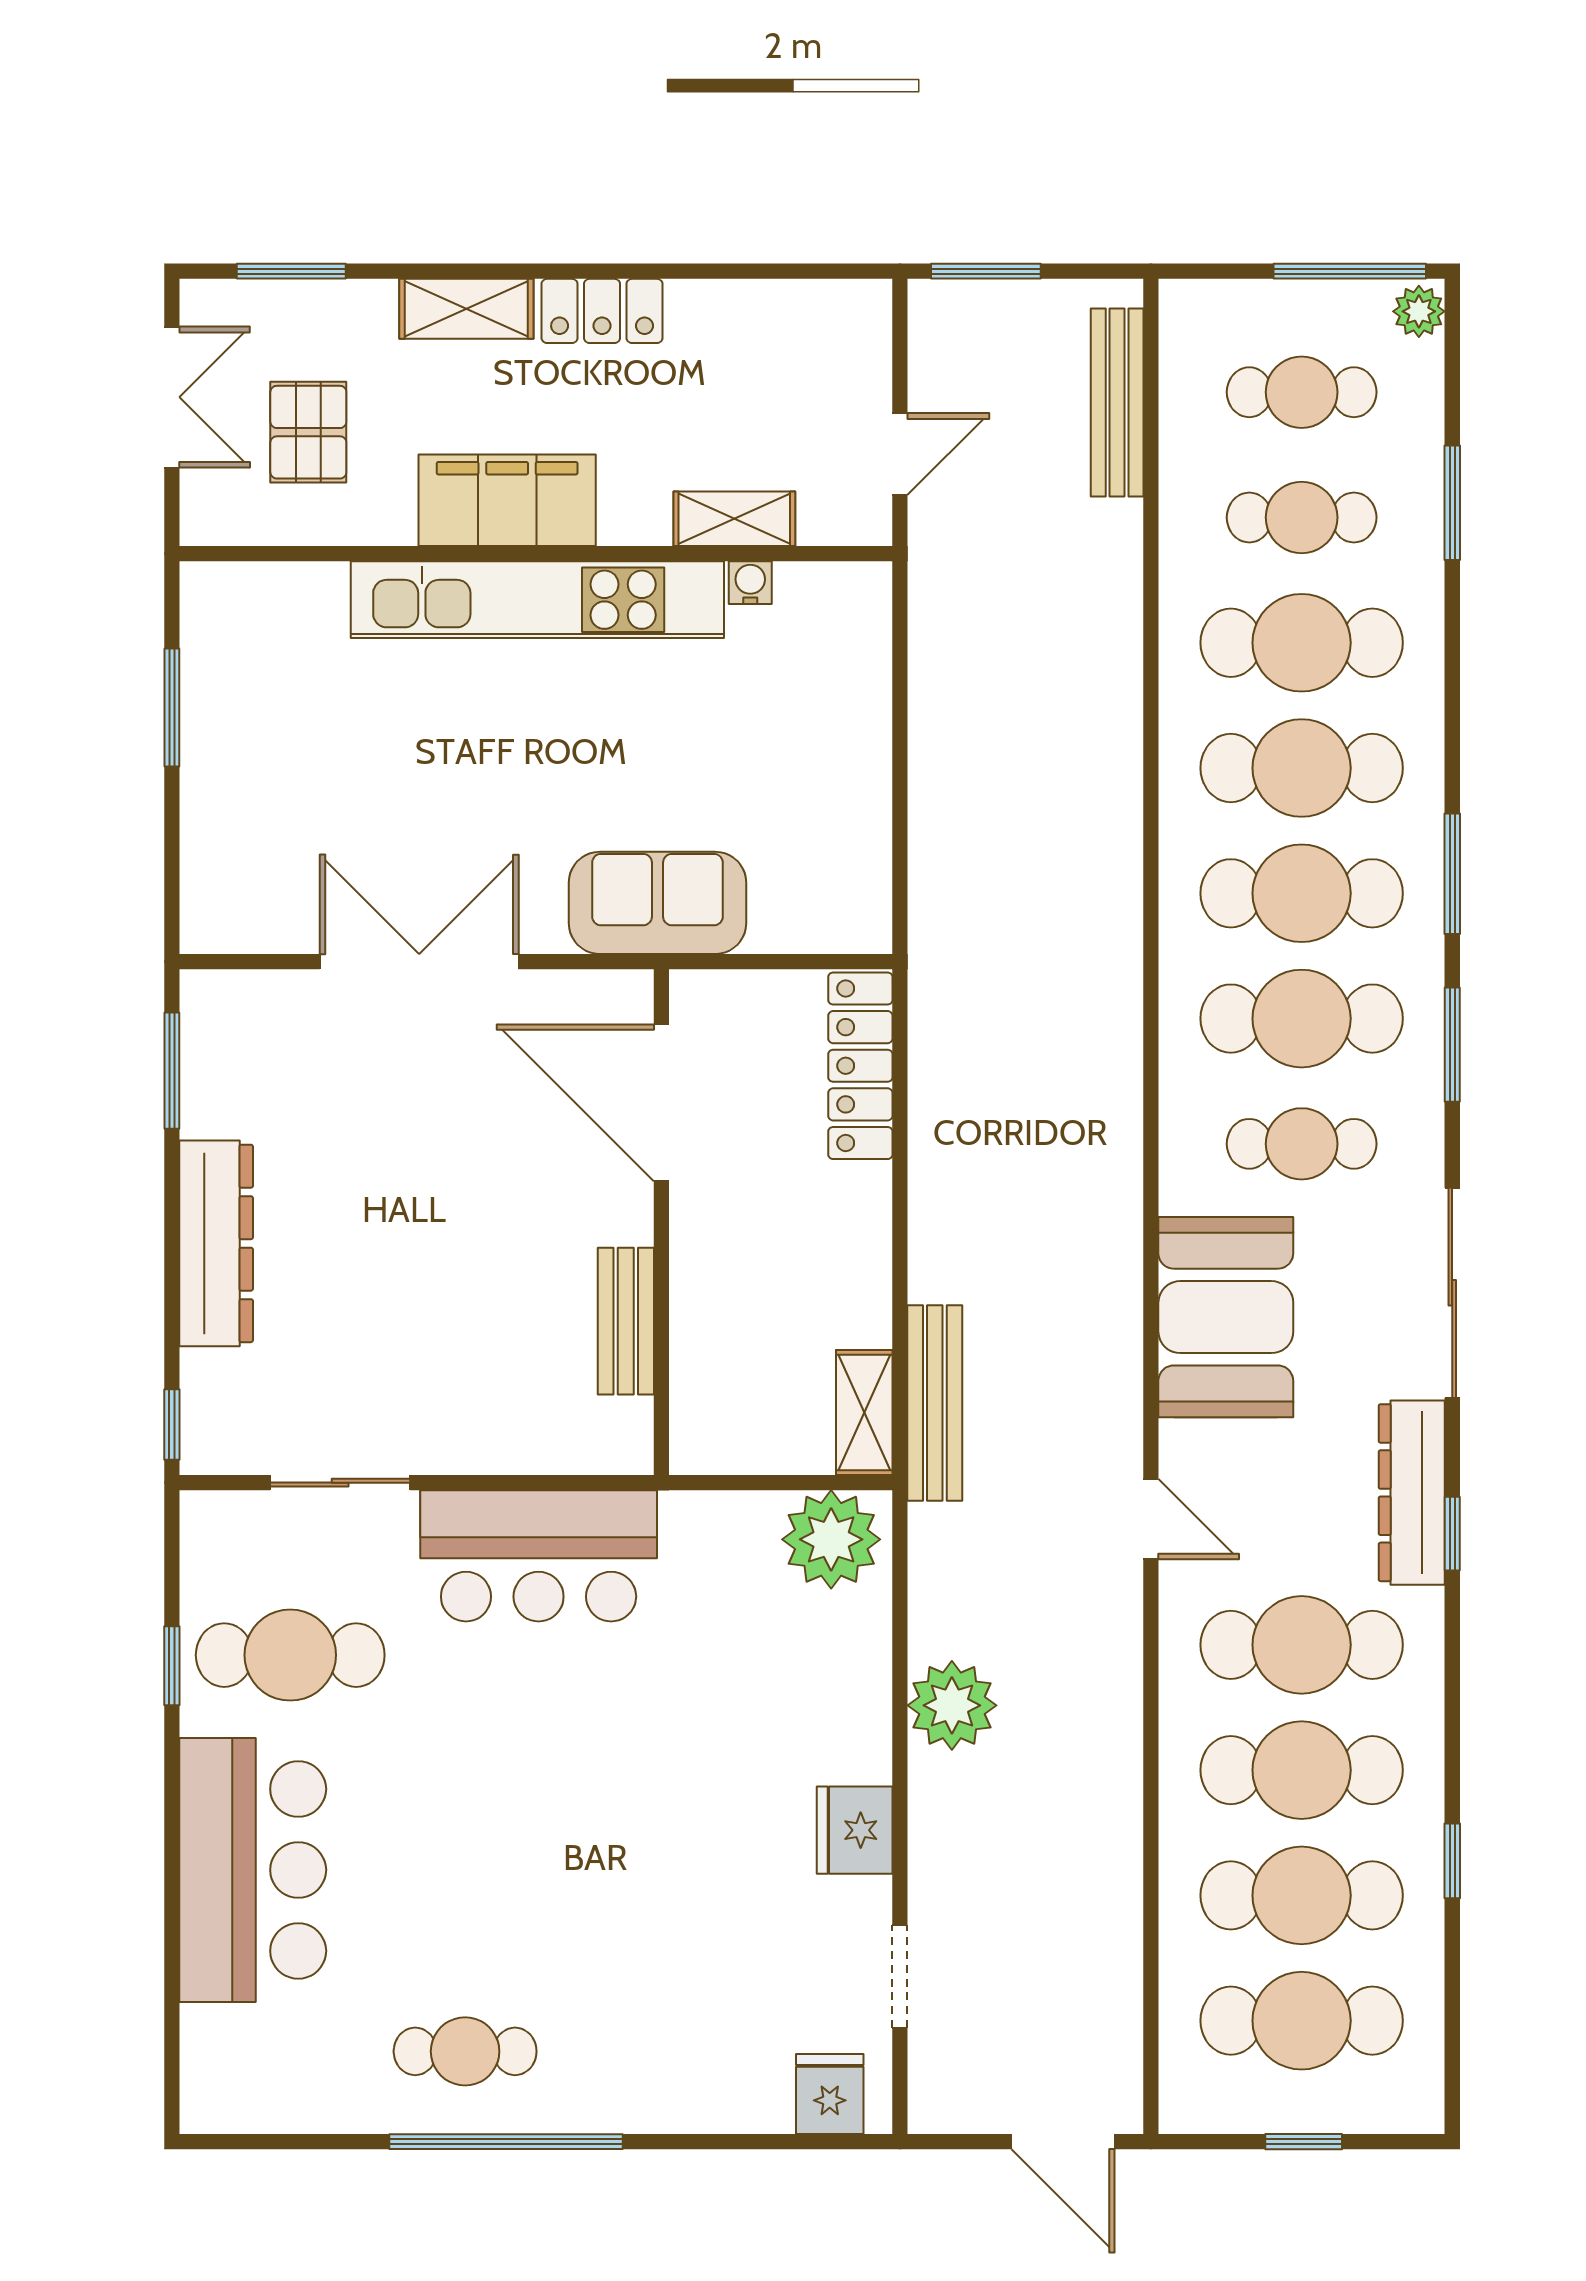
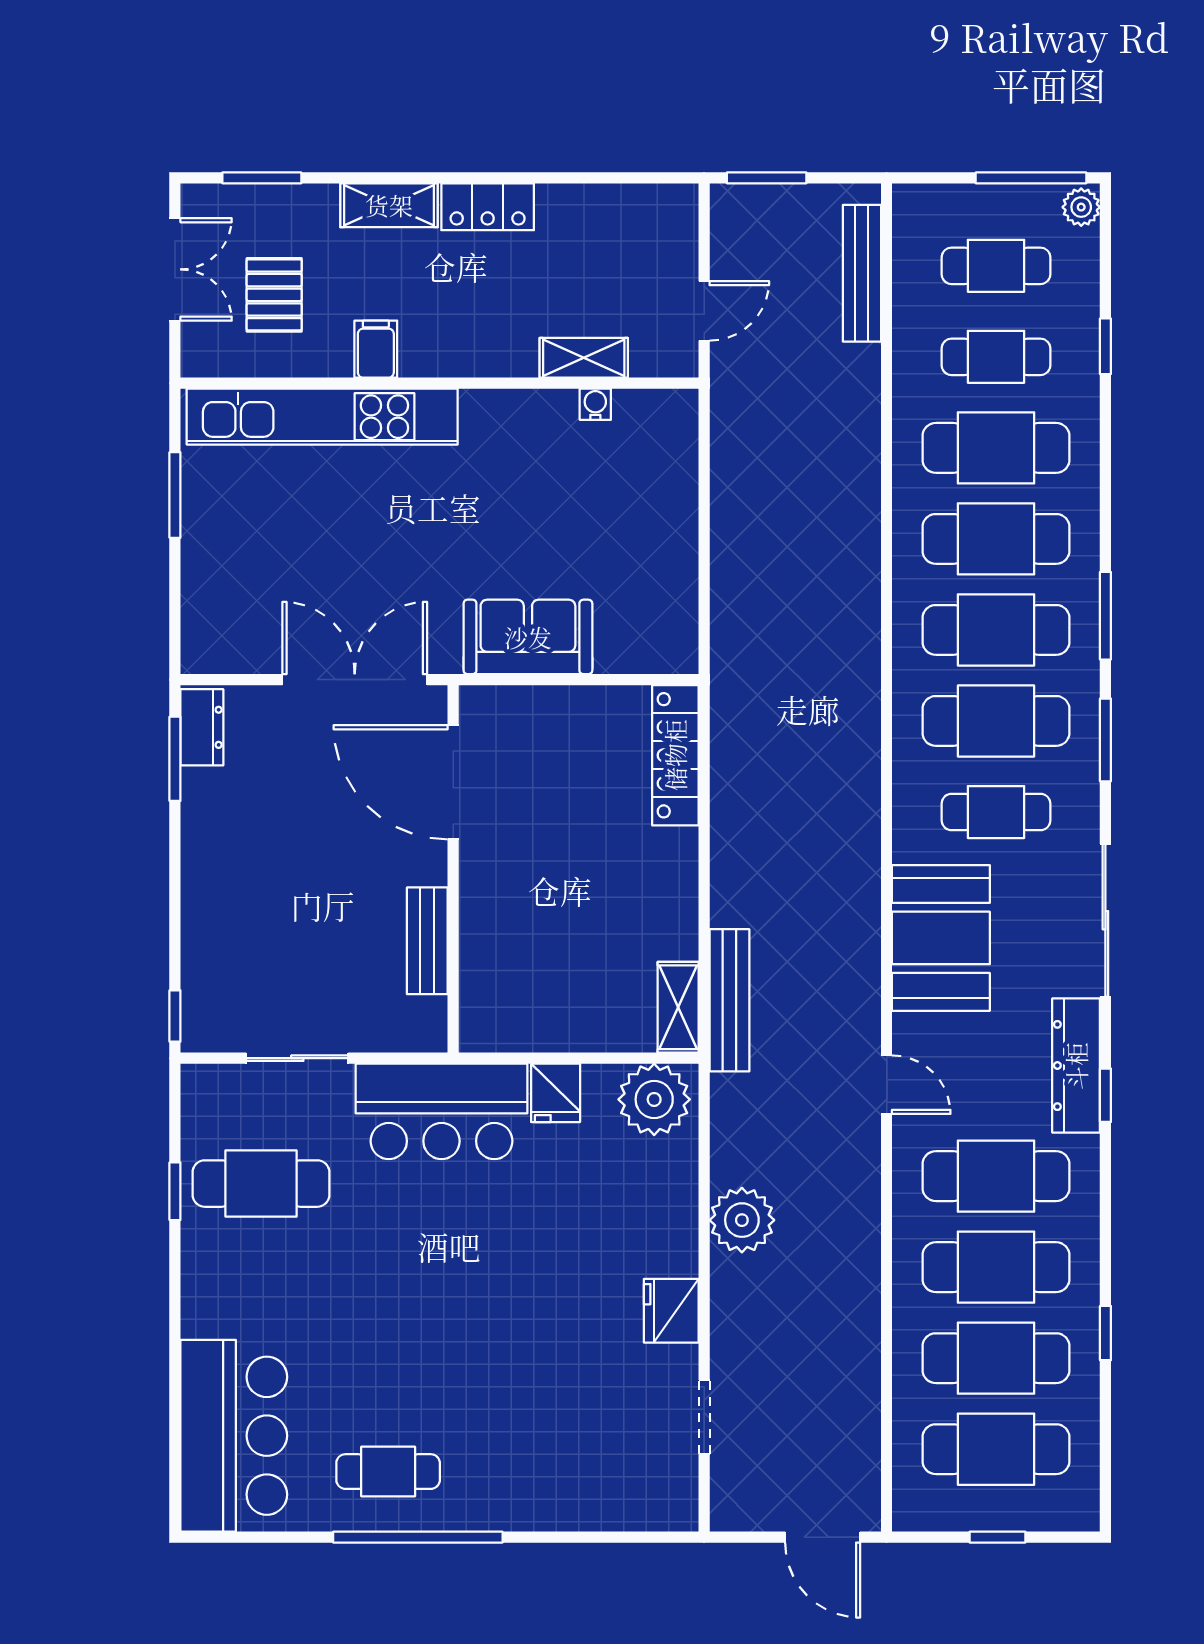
filing cabinet: (507, 500) -> (376, 349), width x0.33, depth x0.86
window: (1452, 503) -> (1105, 346), width x0.67
kitchen unit: (537, 600) -> (322, 417), moved
door: (661, 1103) -> (453, 782), moved
wall: (661, 1222) -> (453, 869), moved
dresser: (216, 1243) -> (202, 727), moved, width x0.51, depth x0.80
bench: (626, 1321) -> (427, 941), moved
bar counter: (253, 1870) -> (234, 1436), moved
fridge: (830, 2094) -> (556, 1093), moved, turned 180

